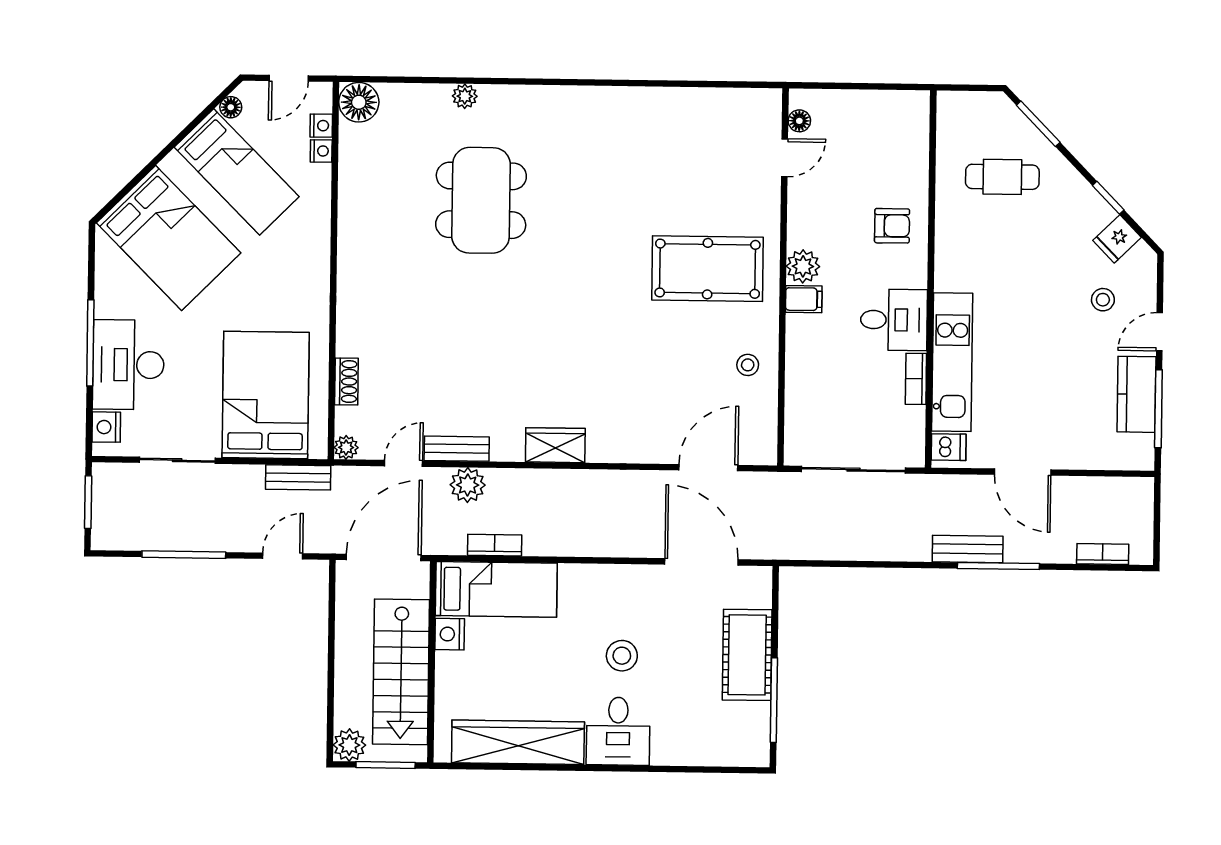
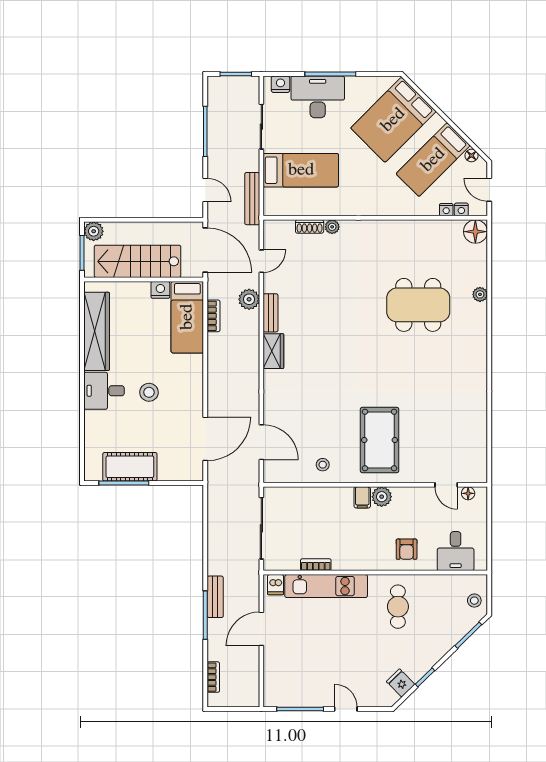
cafe table: (1002, 177) -> (398, 607), moved
stool: (1103, 300) -> (474, 601), moved
desk: (894, 320) -> (456, 551), moved
kitchen counter: (1137, 394) -> (308, 696), removed
bed: (266, 395) -> (301, 170), width x0.67
plant: (346, 447) -> (332, 227), moved
bench: (457, 449) -> (271, 313), moved
door: (404, 463) -> (261, 261), hinge flipped
bench: (298, 477) -> (252, 199), width x1.36
cot: (747, 655) -> (130, 467), moved

